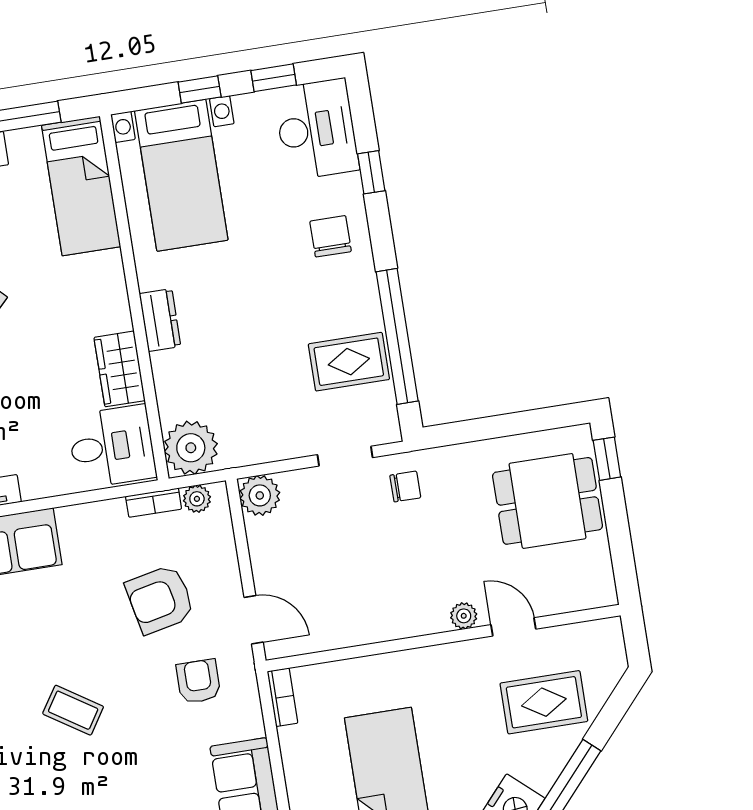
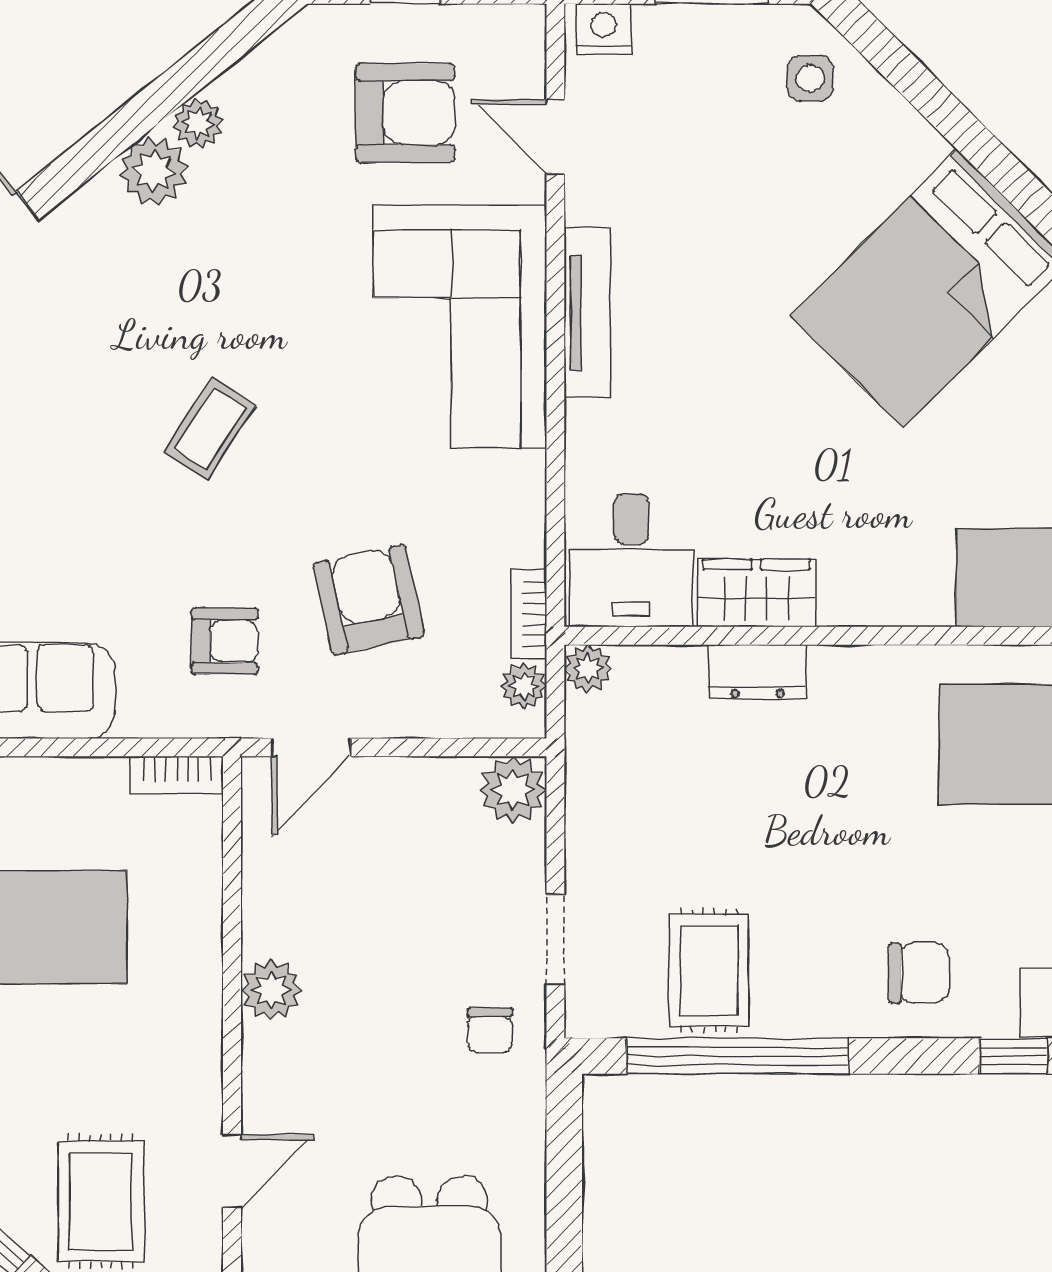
dresser: (160, 320) -> (758, 672), moved
plant: (191, 448) -> (588, 668), width x0.53, depth x0.53
plant: (464, 616) -> (271, 990), moved, width x1.38, depth x1.38

